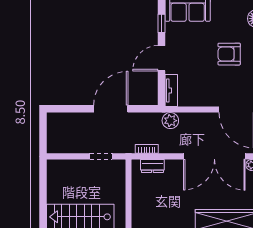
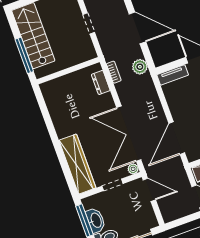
plant: (170, 121) -> (140, 67), moved
doorway: (101, 156) -> (89, 23), moved

